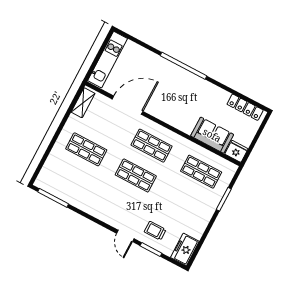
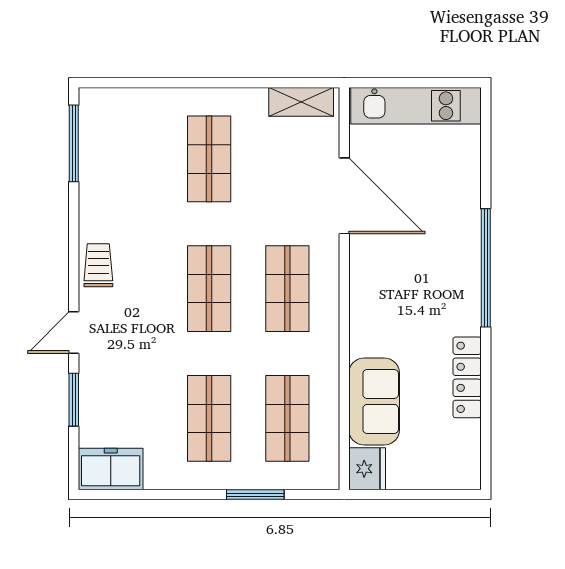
locker: (245, 107) -> (467, 377), moved
shop shelf: (185, 202) -> (209, 418), added
trolley: (155, 231) -> (98, 265), moved

